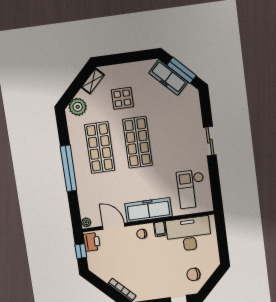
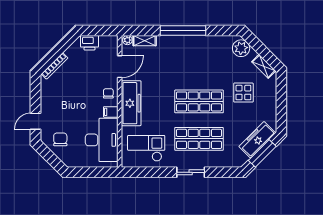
shop shelf: (100, 147) -> (199, 139), moved
shelving: (84, 205) -> (145, 41), added
printer: (92, 242) -> (89, 43), moved
window: (81, 251) -> (99, 31), removed

